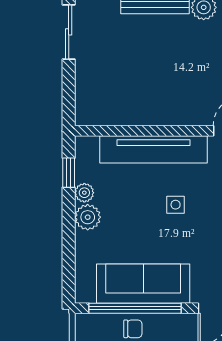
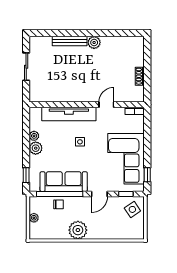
sliding door: (69, 32) -> (26, 67), moved
window: (69, 173) -> (26, 175), moved

